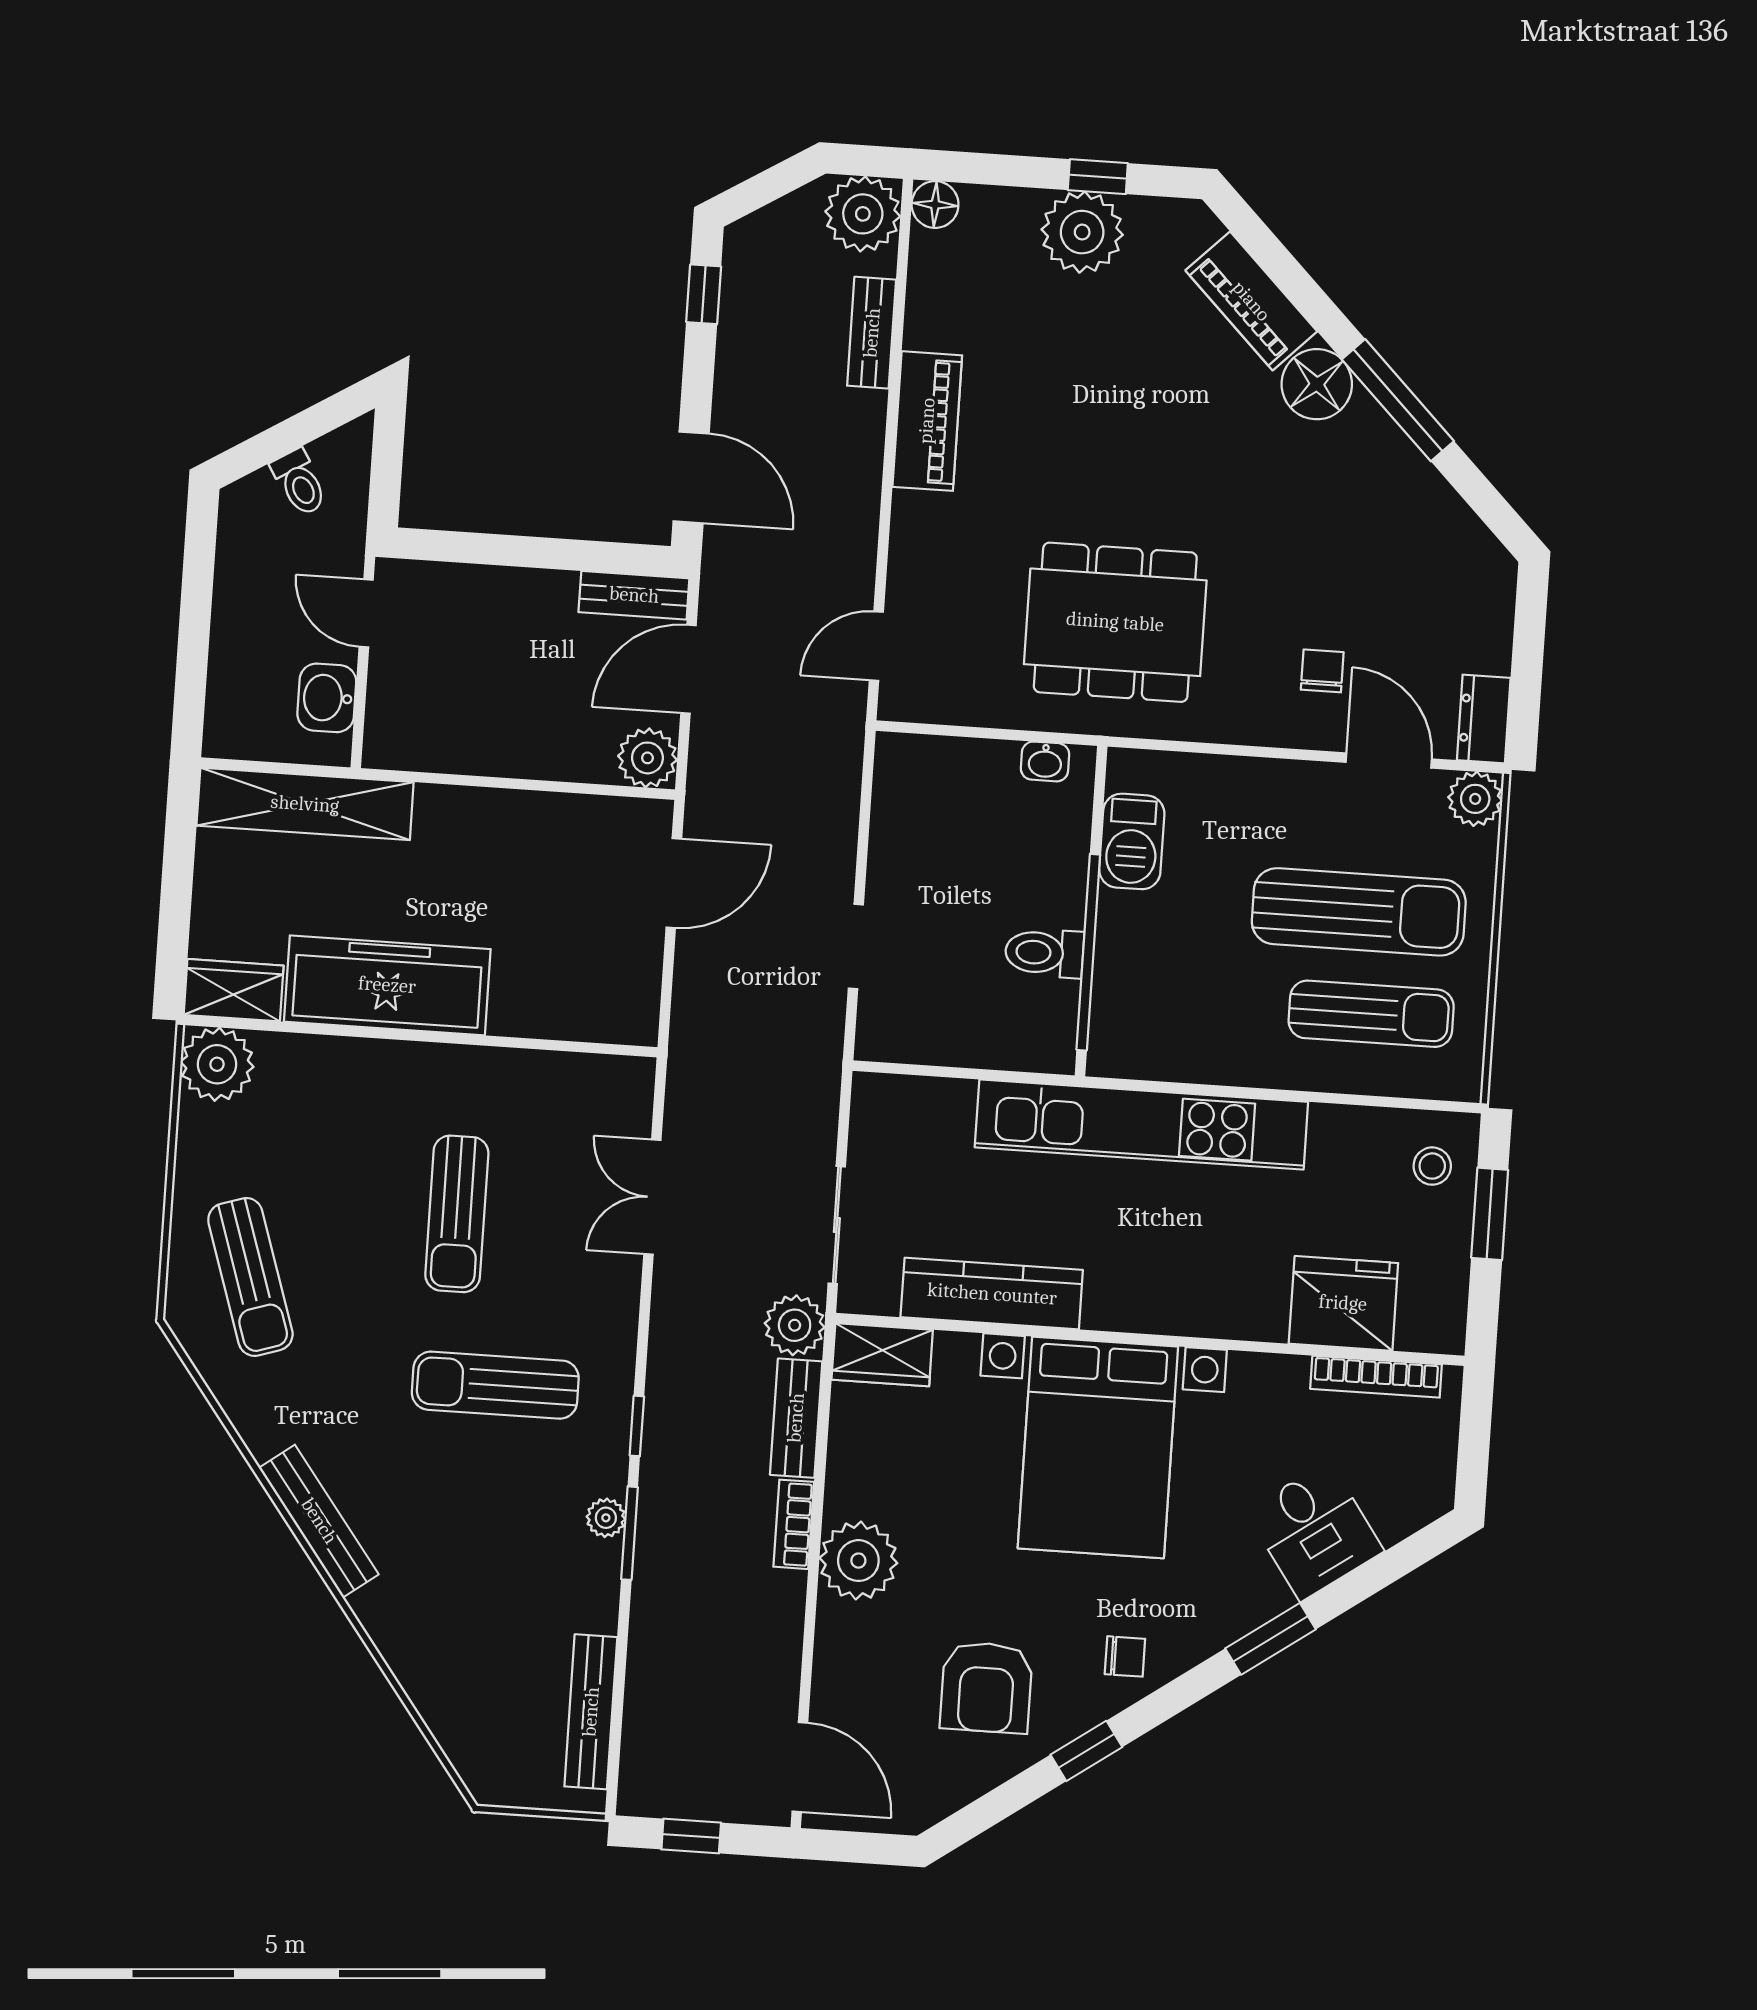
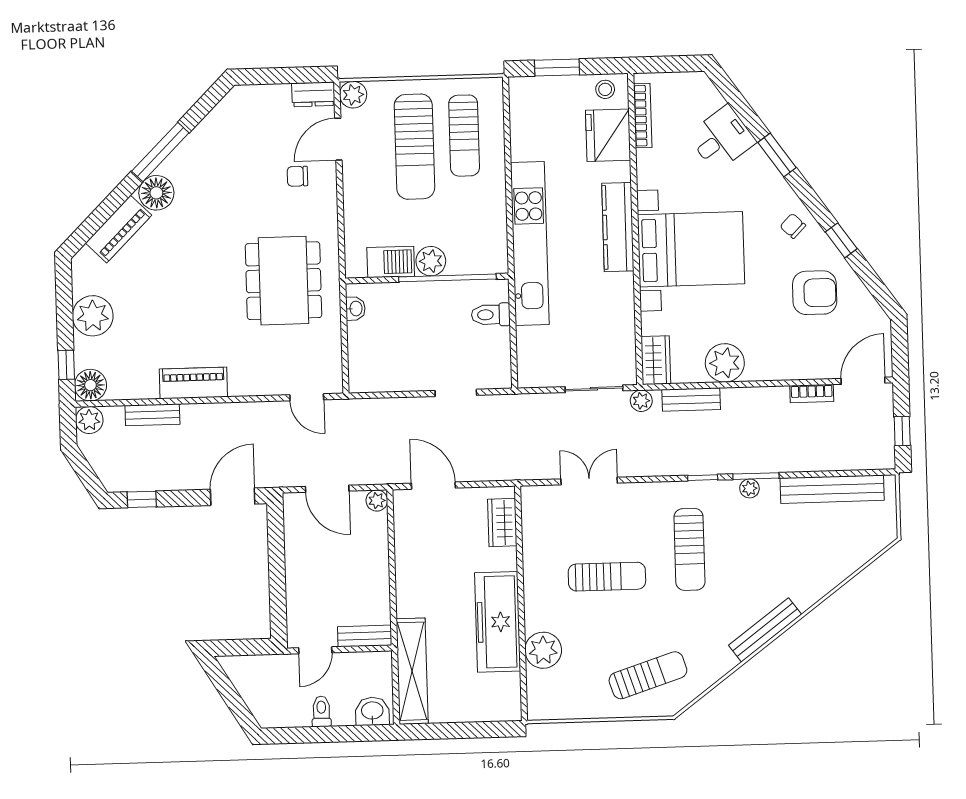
window: (1098, 177) -> (66, 365), moved
floor lamp: (935, 205) -> (90, 385), width x1.38, depth x1.38
plant: (863, 214) -> (89, 420), width x0.73, depth x0.73
toilet: (299, 482) -> (321, 711), moved, turned -59
bench: (634, 595) -> (365, 636), moved, turned 90
washbasin: (327, 698) -> (372, 711), moved, turned 180
plant: (647, 758) -> (377, 501), width x0.73, depth x0.73
sun lounger: (1359, 912) -> (414, 147), turned 180
plant: (1125, 922) -> (431, 261), added
toilet: (1044, 953) -> (491, 315), moved, turned 90
wardrobe: (234, 990) -> (502, 523), moved
sun lounger: (1371, 1014) -> (464, 136), turned 180
plant: (217, 1064) -> (543, 650), moved
stool: (1432, 1166) -> (605, 89), moved
double door: (652, 1197) -> (589, 481), swing flipped
kitchen counter: (992, 1294) -> (618, 227), moved
plant: (795, 1325) -> (641, 401), width x0.73, depth x0.73
bookcase: (794, 1524) -> (812, 394), moved
plant: (858, 1561) -> (725, 363), moved
chair: (1125, 1656) -> (793, 226), turned -46
bench: (591, 1712) -> (832, 489), width x1.37, depth x1.21

